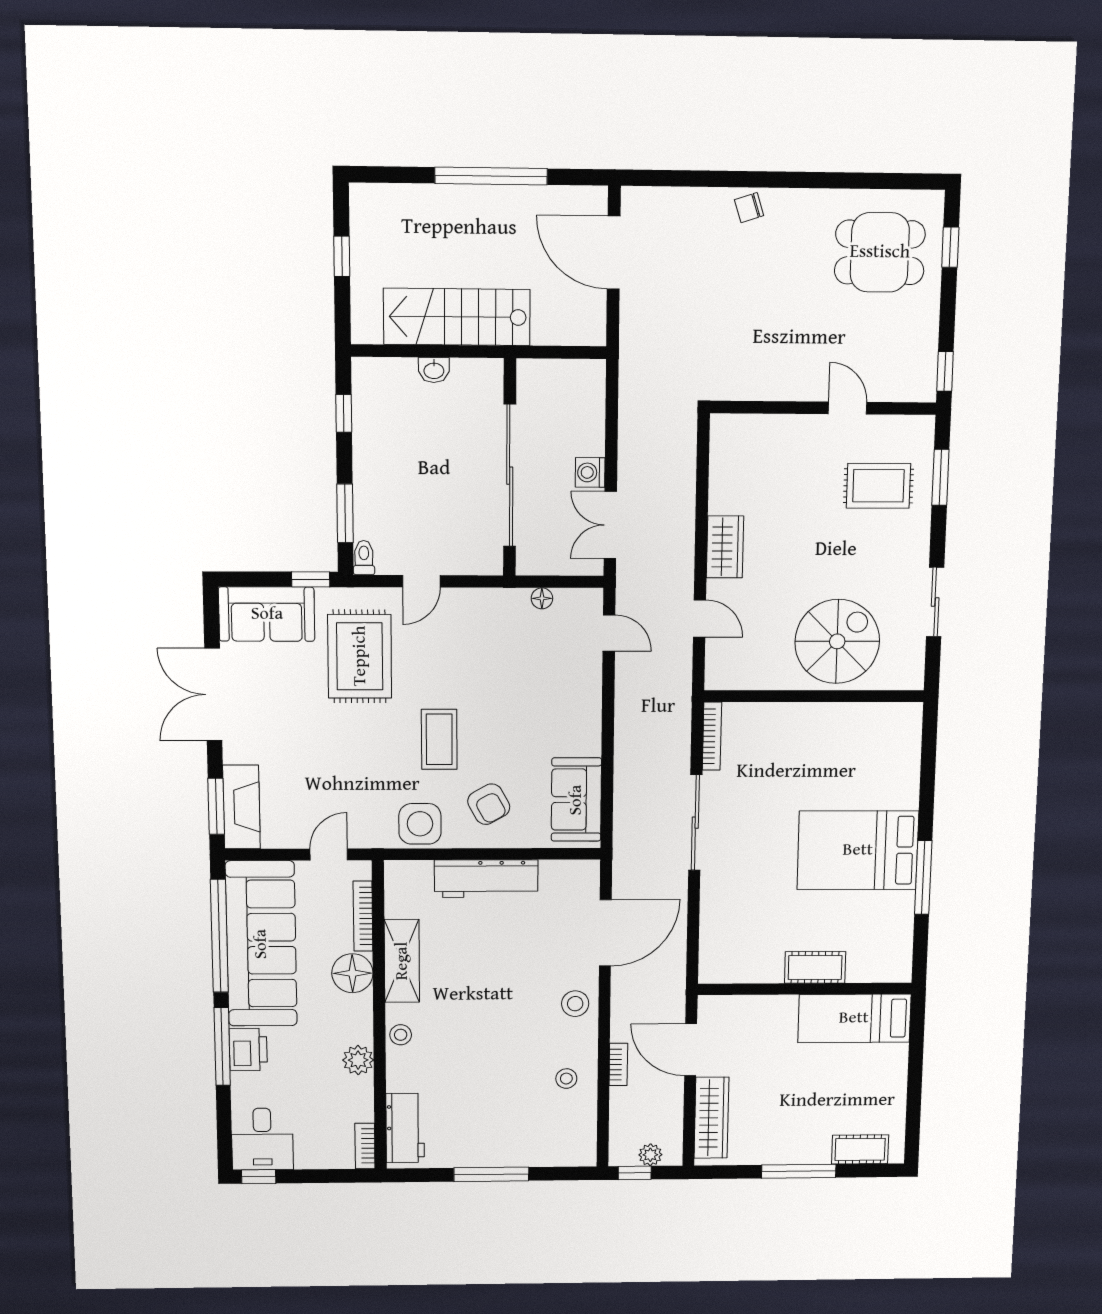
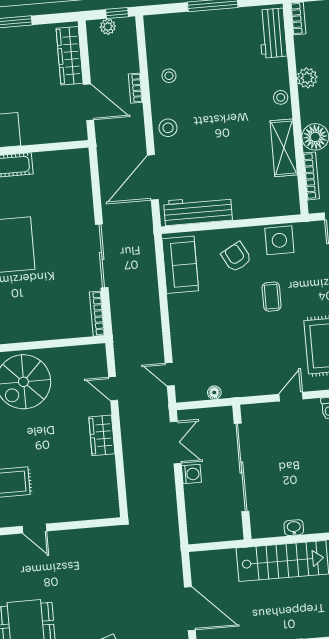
coffee table: (439, 739) -> (272, 297), width x0.73, depth x0.77
workbench: (486, 879) -> (198, 211), moved

